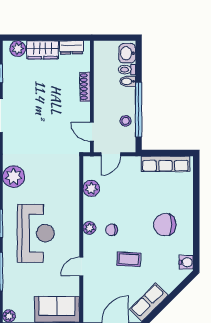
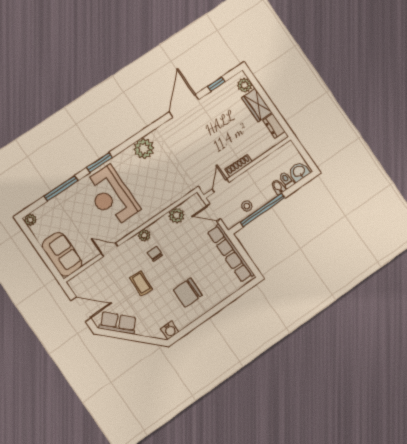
shoe rack: (85, 87) -> (239, 166), moved
row of seats: (165, 164) -> (231, 253), width x1.36
chair: (165, 225) -> (188, 293), turned -90
reception desk: (36, 233) -> (111, 196), turned 90

